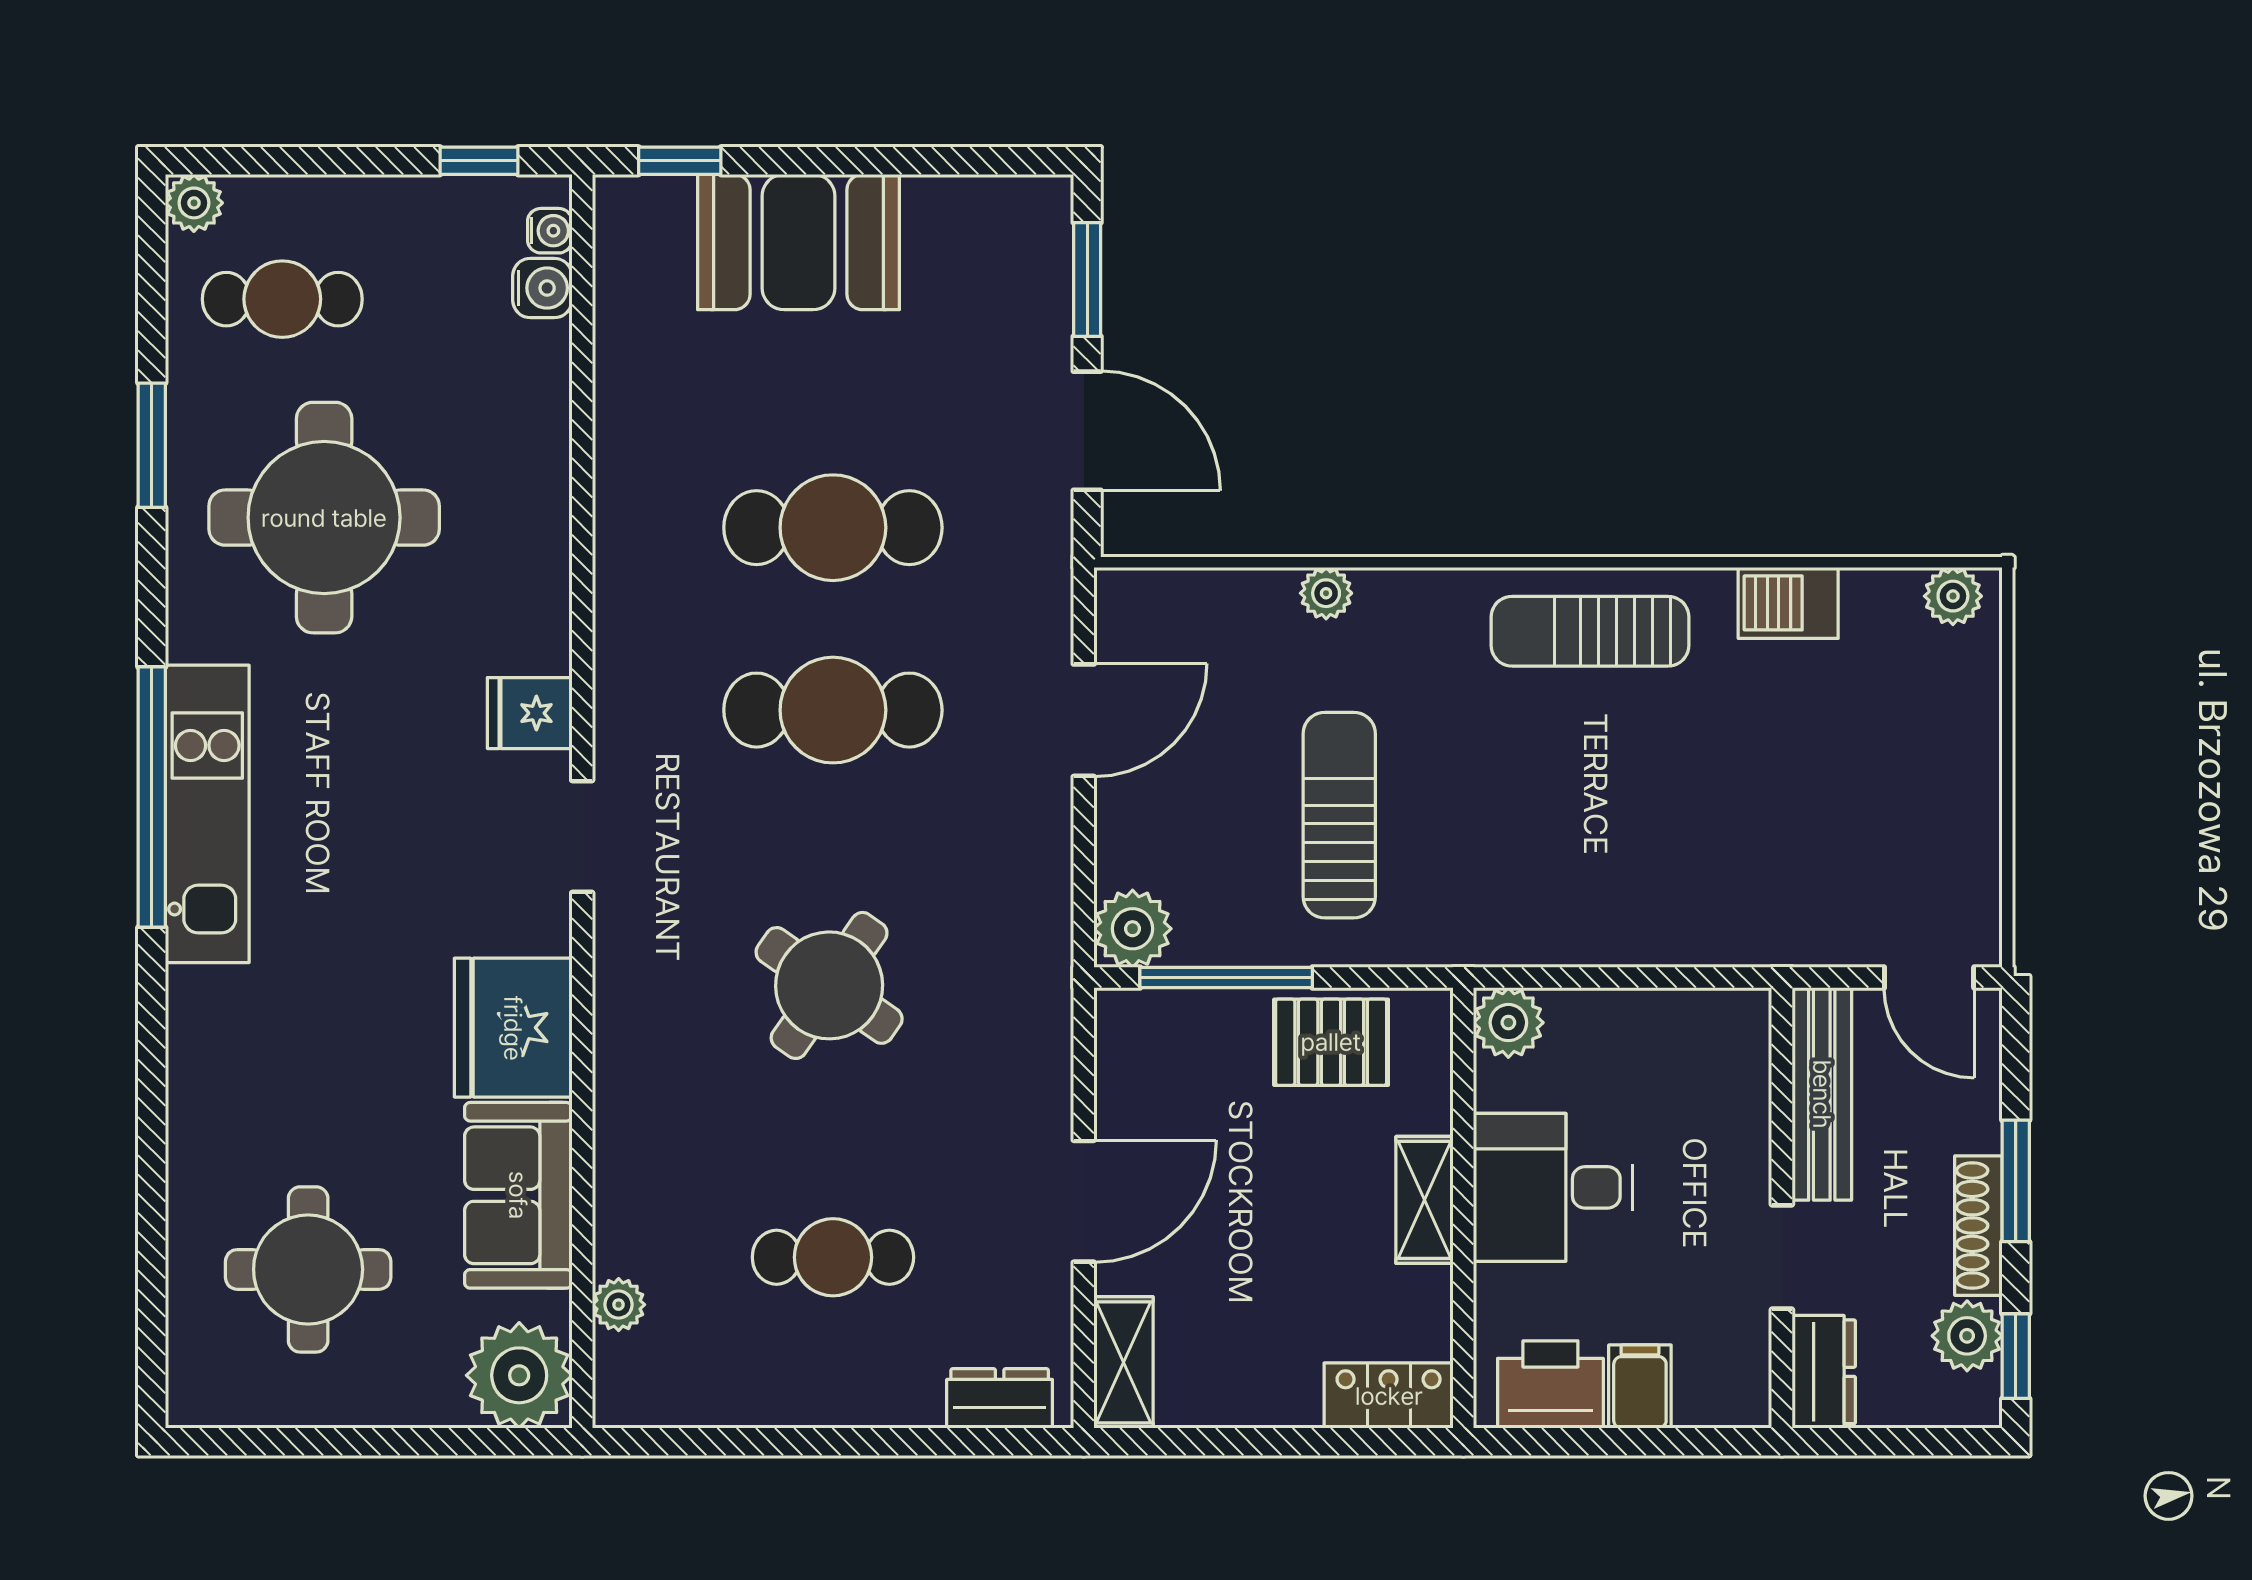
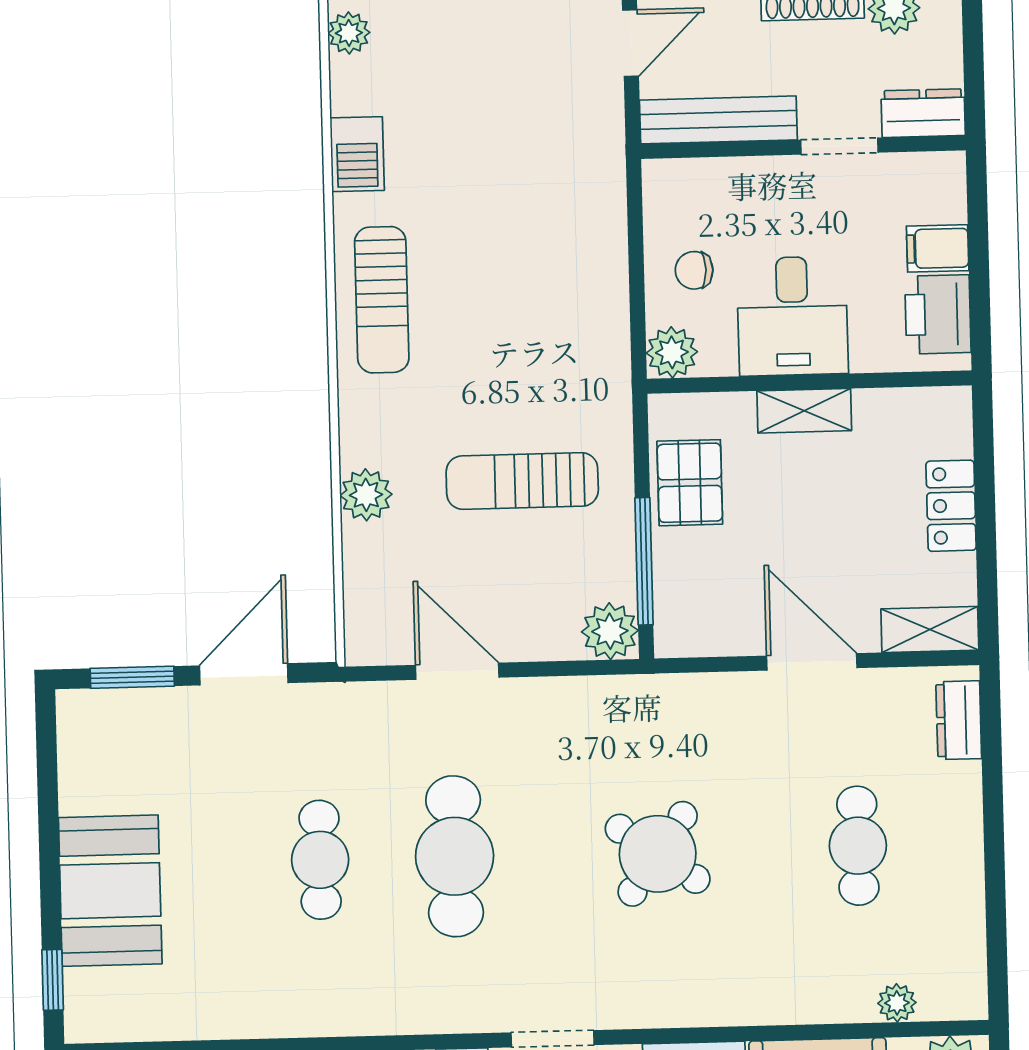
cafe table: (833, 528) -> (320, 860), width x0.73, depth x0.74
plant: (1326, 593) -> (366, 495), width x1.38, depth x1.38
chair: (1619, 1056) -> (694, 270), added
locker: (1389, 1396) -> (951, 506), moved

